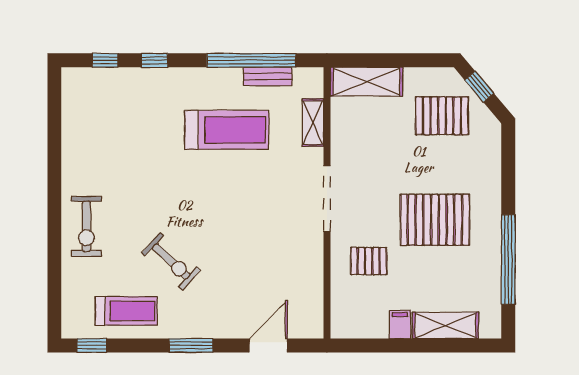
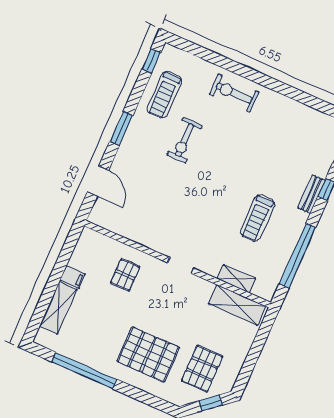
bench: (268, 76) -> (311, 194), moved
shelving: (366, 82) -> (237, 305), moved, turned 90
treadmill: (227, 130) -> (257, 218), width x0.73, depth x0.73
doorway: (327, 198) -> (180, 265), width x0.53
pallet: (435, 220) -> (148, 354), moved, turned 90
exercise bike: (171, 262) -> (185, 140), turned -43

